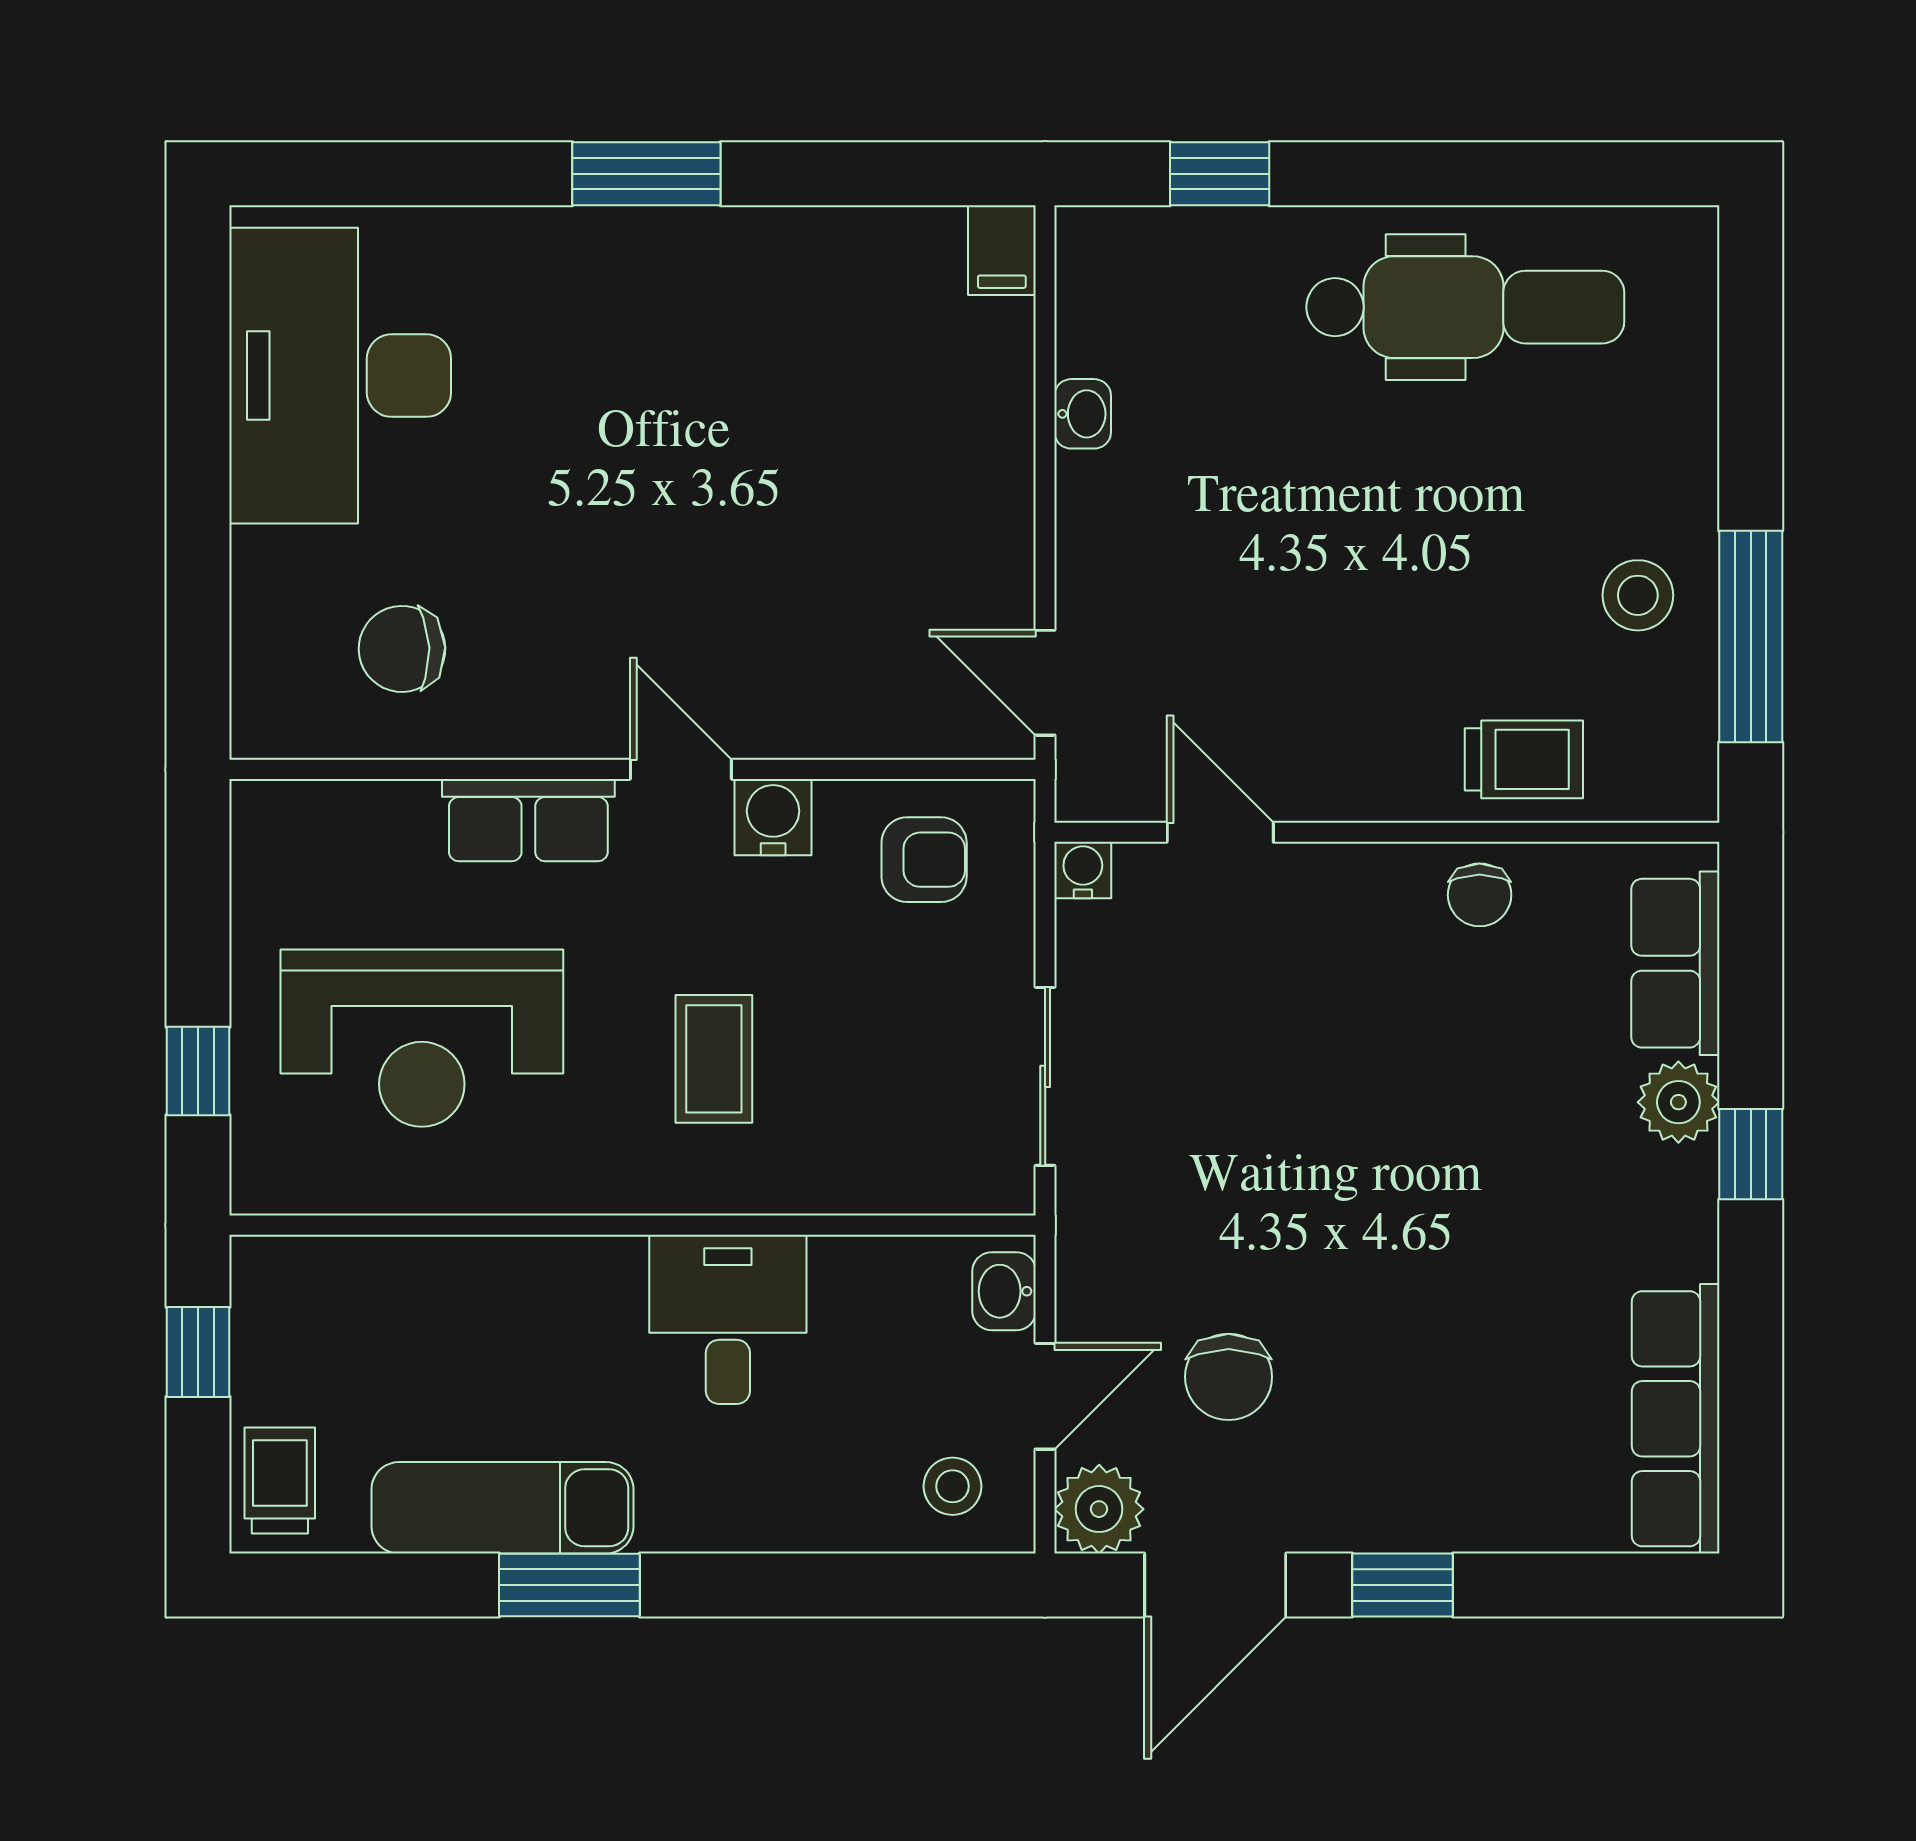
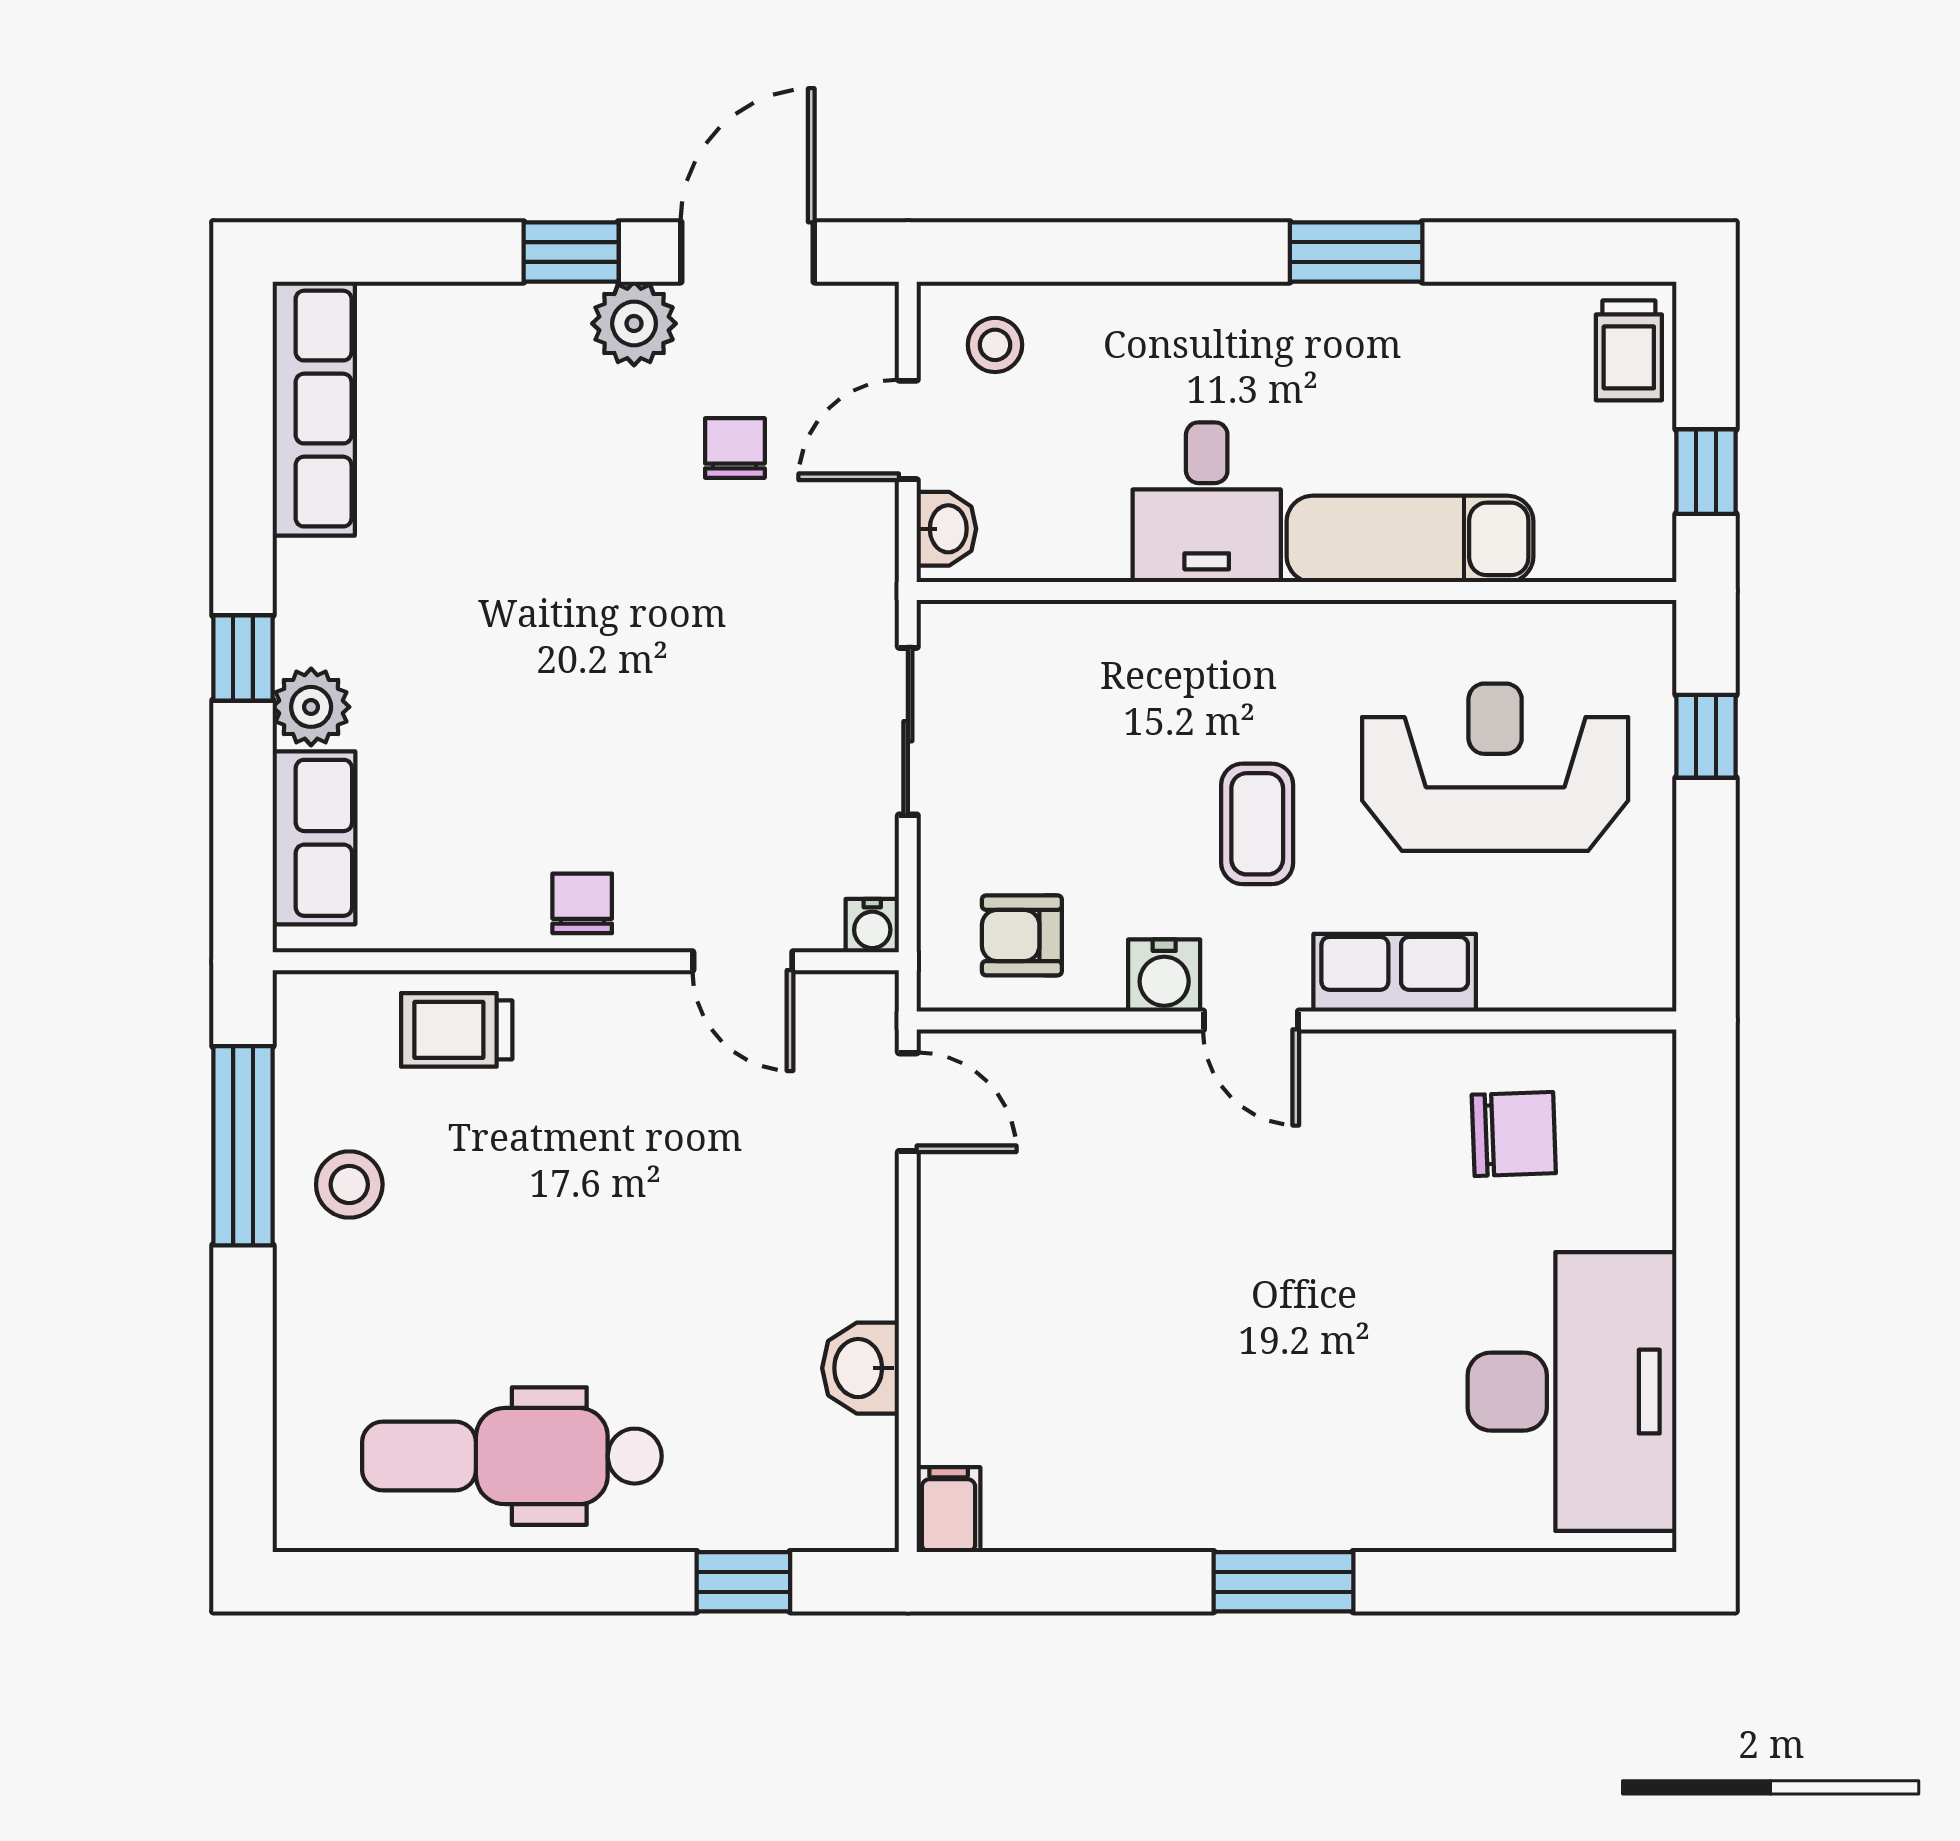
washbasin: (1083, 414) -> (860, 1368), width x1.38, depth x1.45
chair: (1480, 895) -> (582, 903), moved
coffee table: (714, 1059) -> (1257, 824), moved
chair: (1229, 1377) -> (735, 448), width x0.73, depth x0.73
exam couch: (502, 1508) -> (1410, 539), moved, turned 180
plant: (1099, 1509) -> (634, 323), moved

